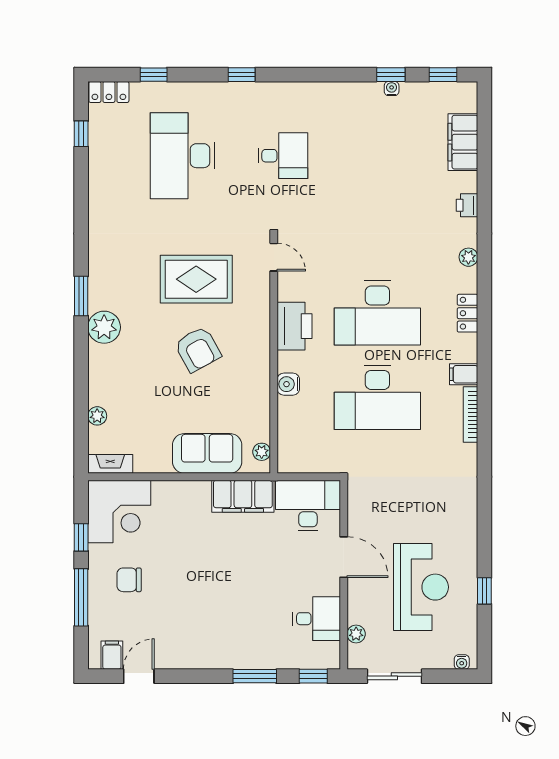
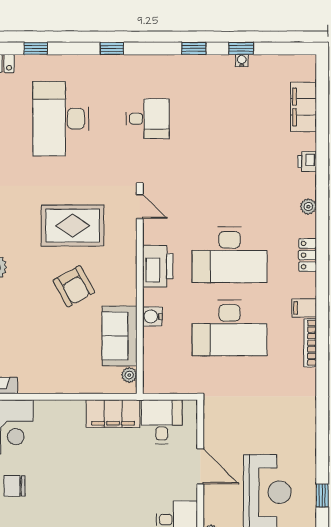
window: (443, 75) -> (194, 48), moved
sofa: (207, 453) -> (120, 336), moved, turned -90
desk: (308, 506) -> (162, 422), width x0.73

